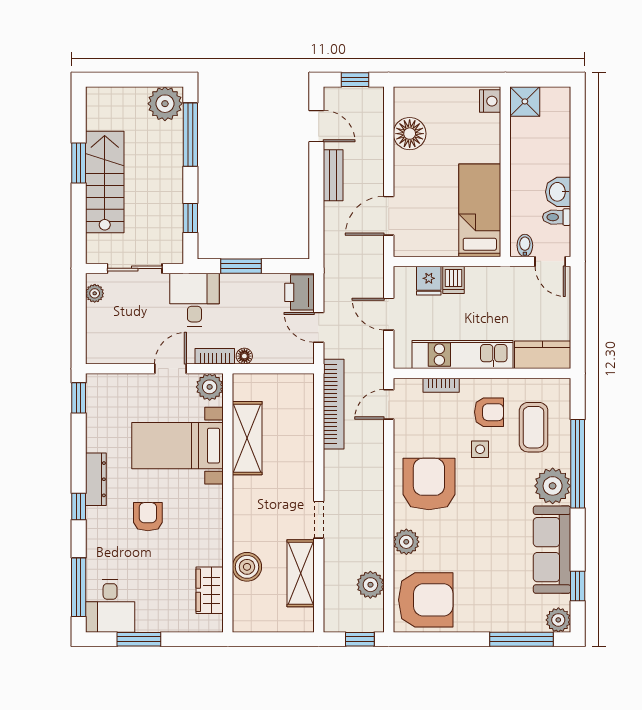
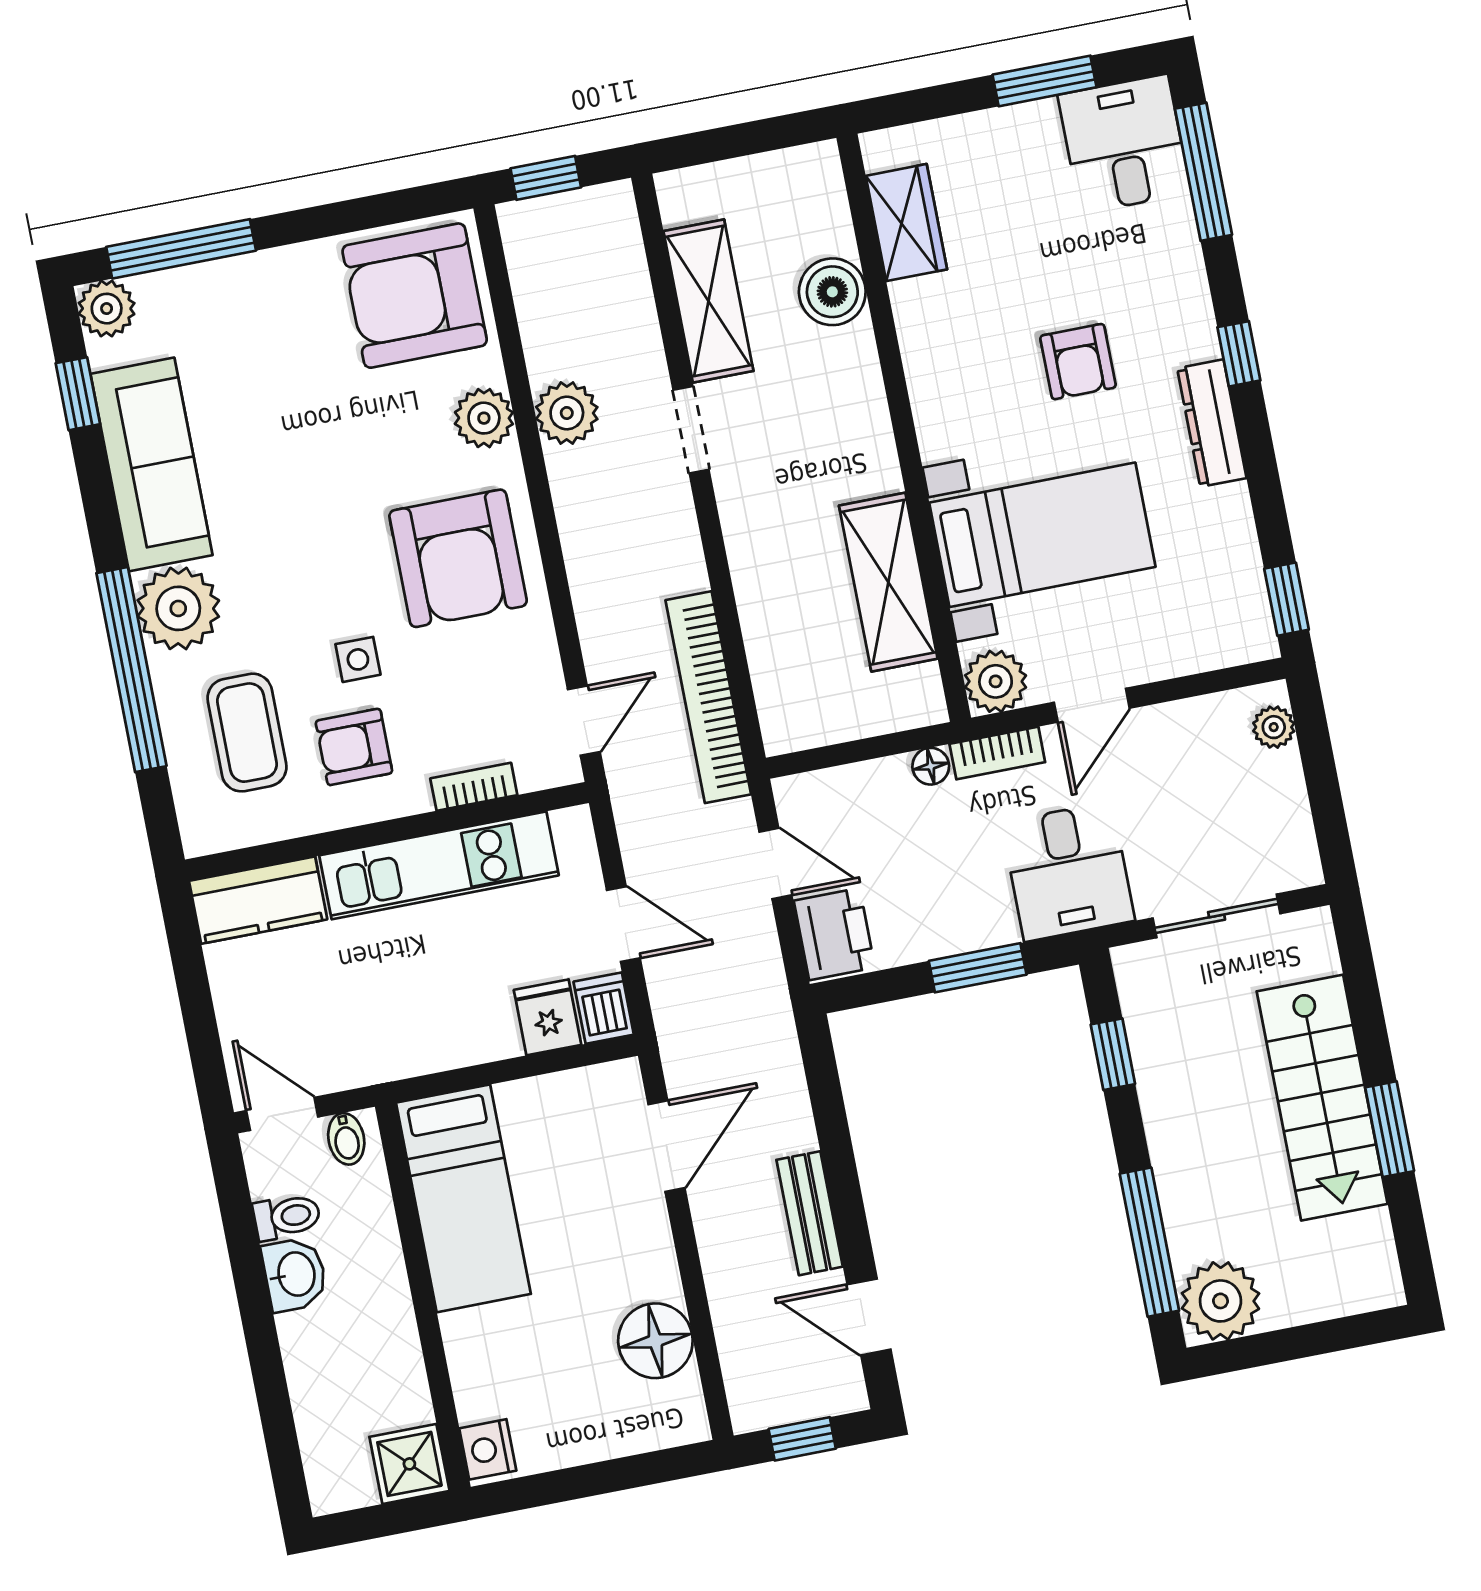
dishwasher: (454, 280) -> (604, 1008), moved
plant: (95, 293) -> (1274, 727), moved
plant: (370, 585) -> (567, 413), moved

